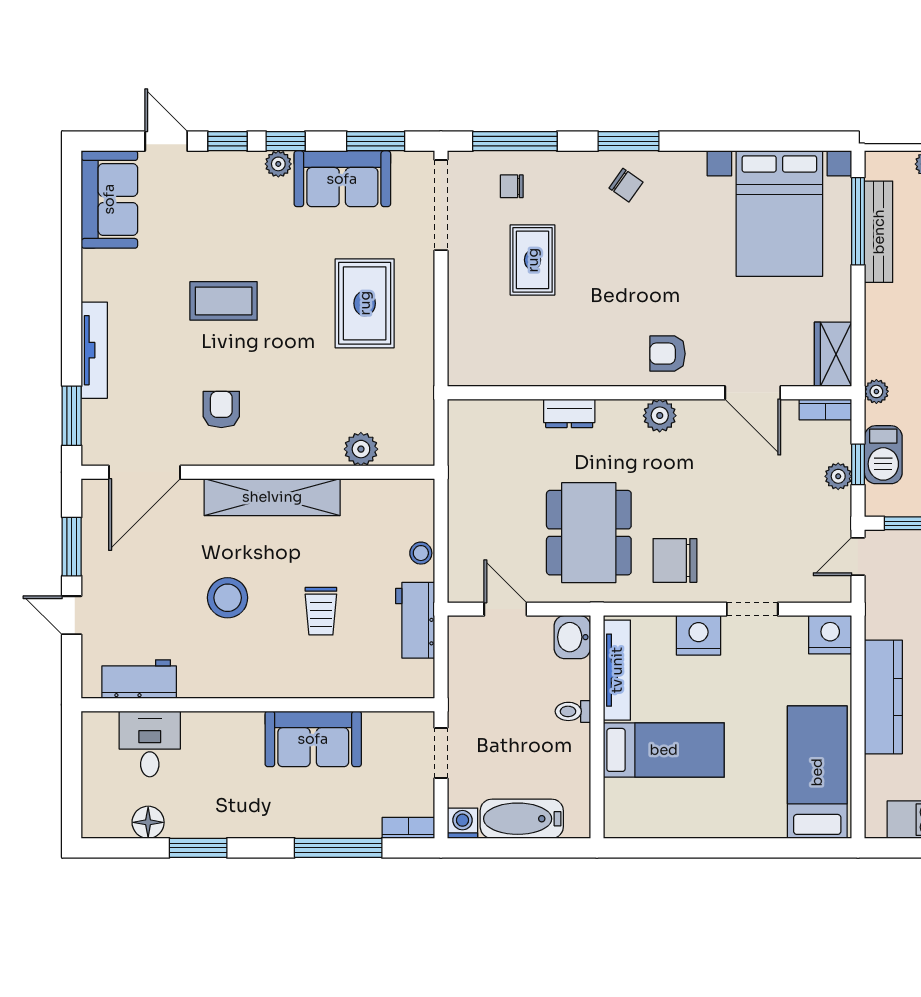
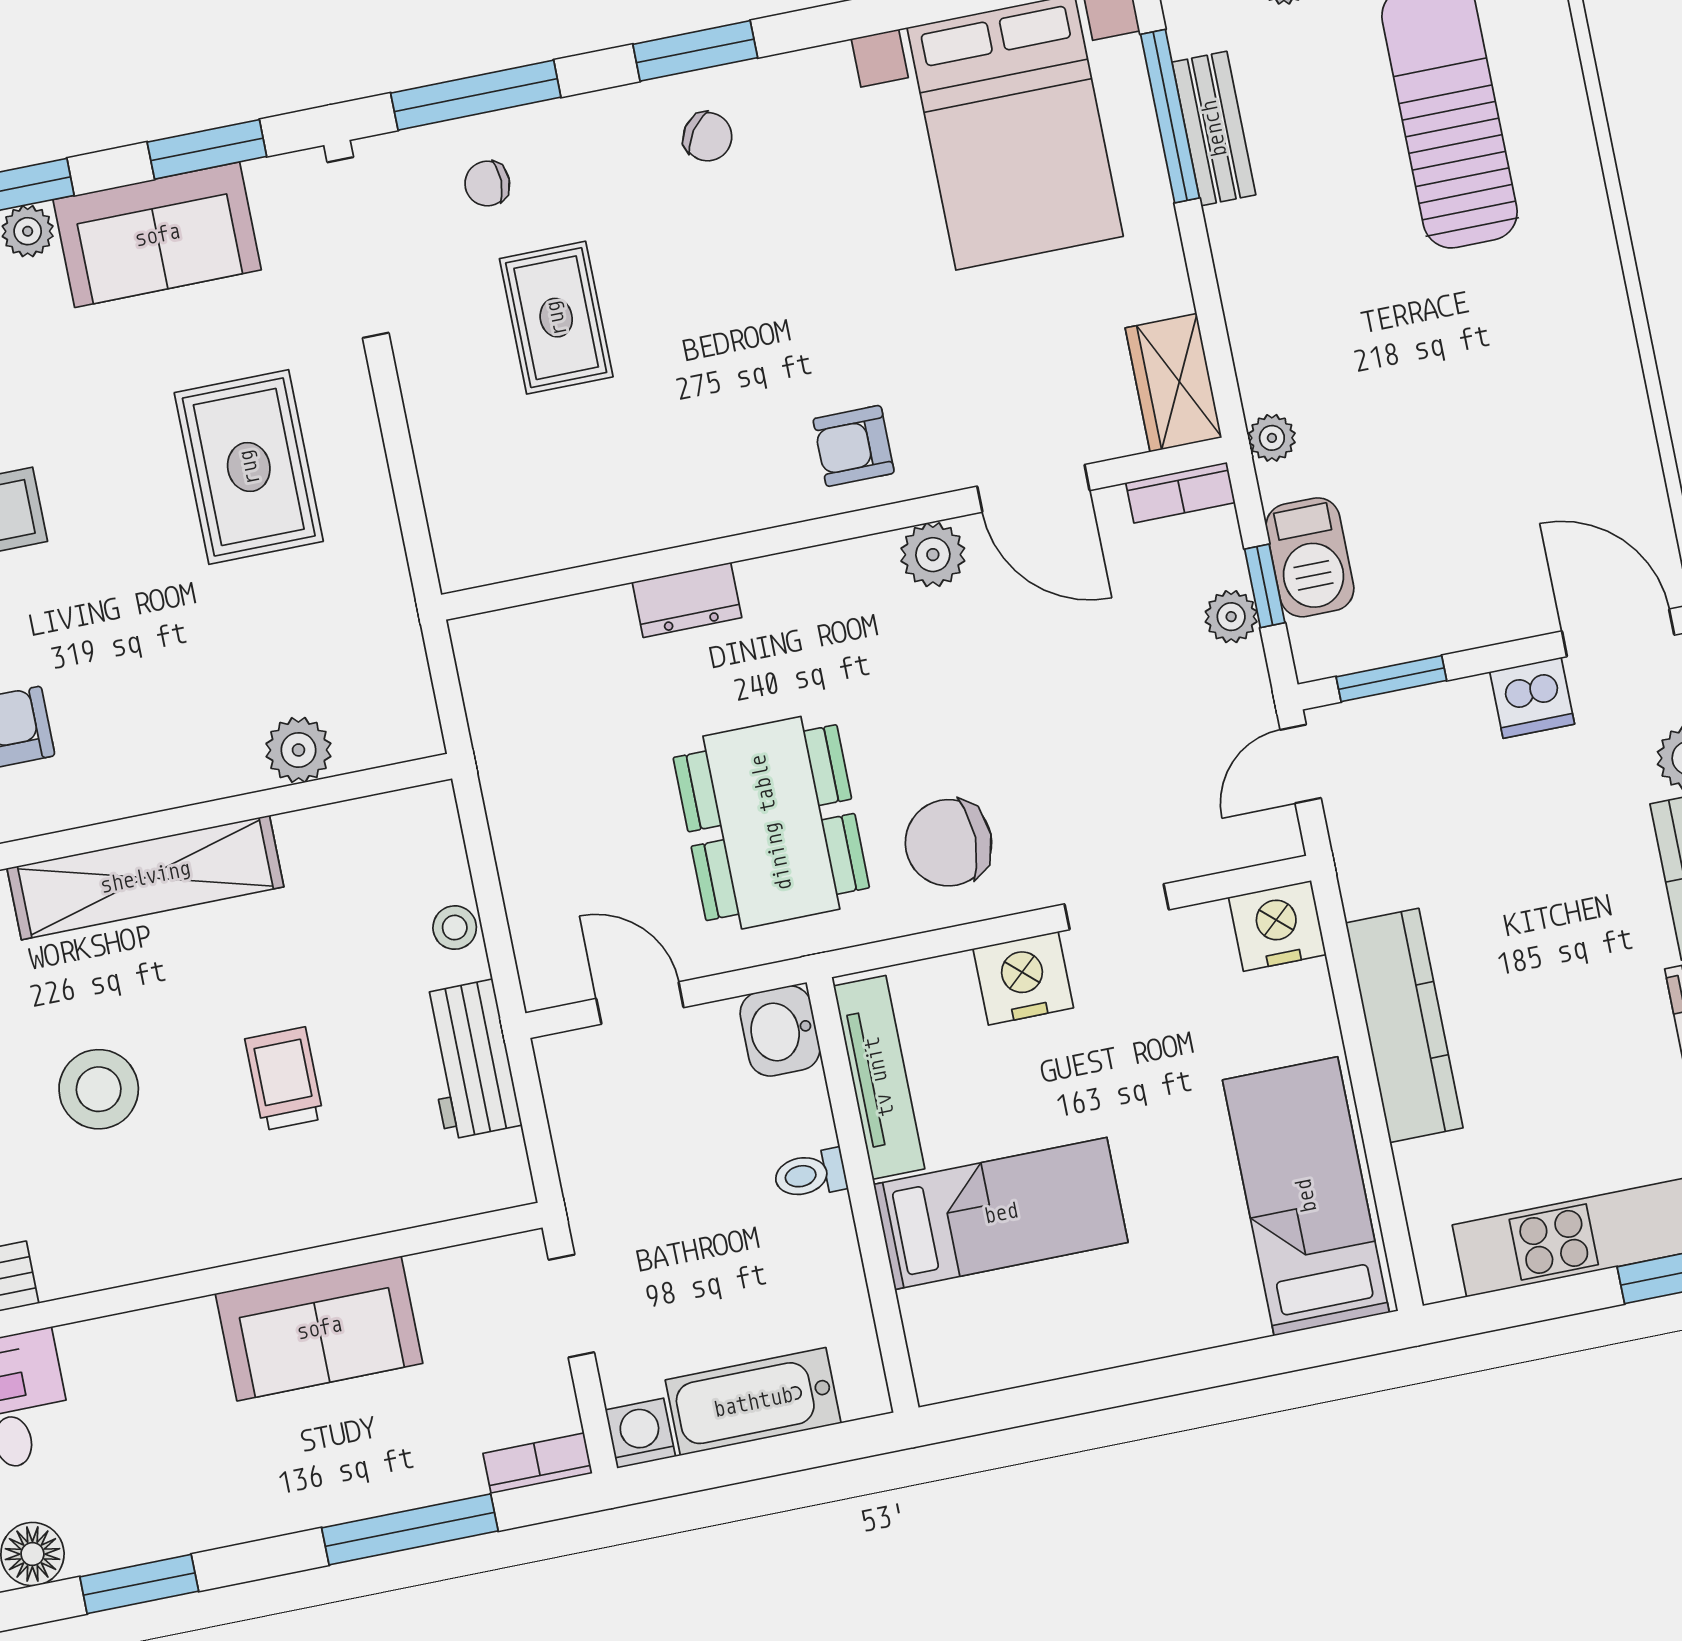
bench: (879, 232) -> (1214, 129), width x0.73
plant: (660, 416) -> (933, 555), moved
trolley: (321, 611) -> (284, 1079), turned 180

